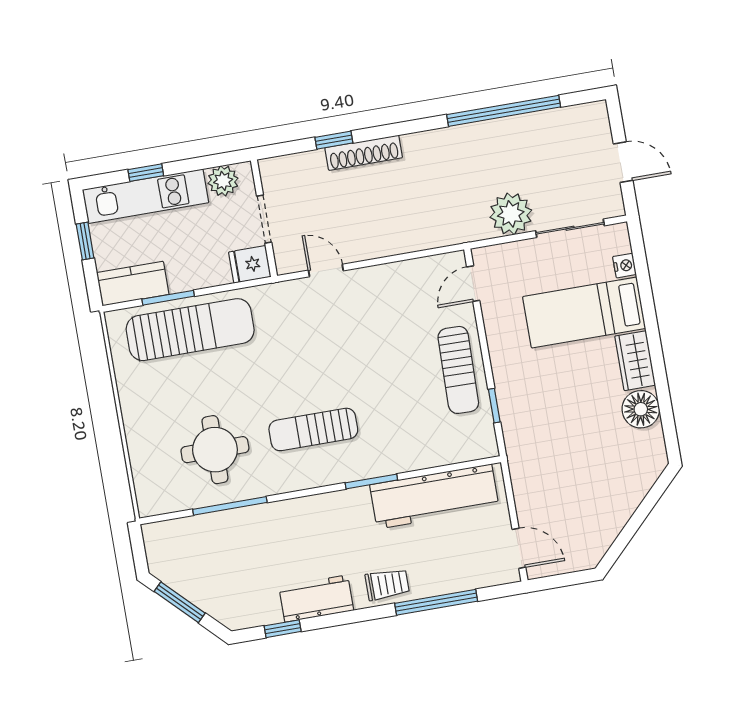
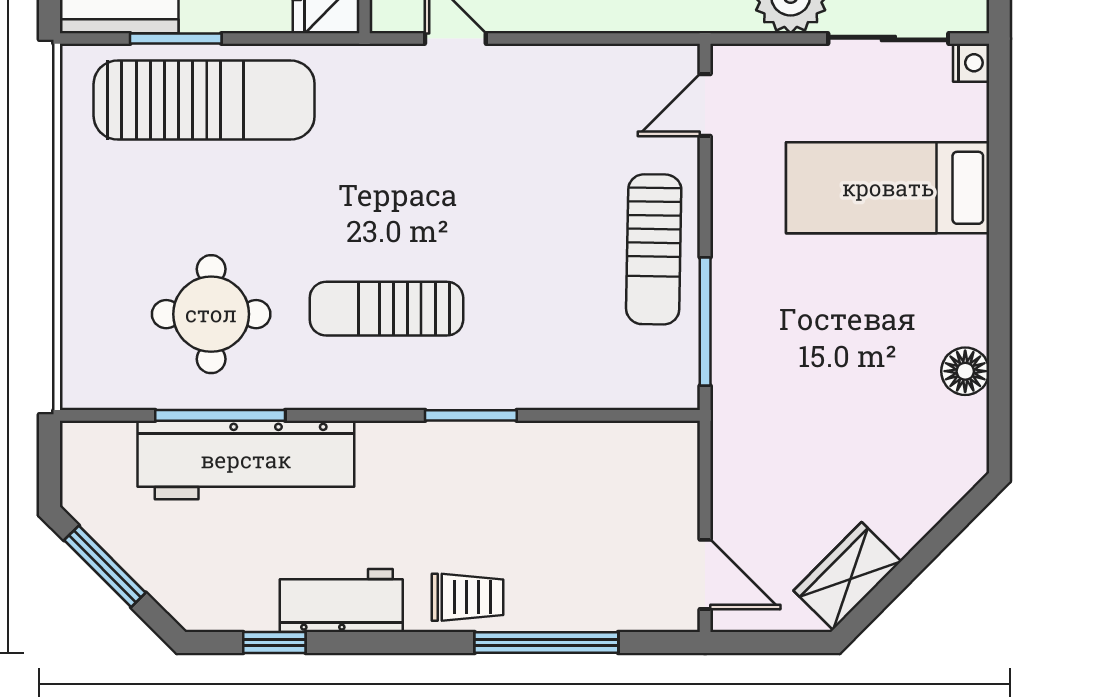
nightstand: (625, 266) -> (971, 63), moved
wardrobe: (635, 361) -> (847, 576), moved, turned 45
window: (494, 406) -> (705, 321), width x2.17
floor lamp: (641, 409) -> (965, 371), width x0.73, depth x0.73
workbench: (434, 496) -> (246, 460), moved

